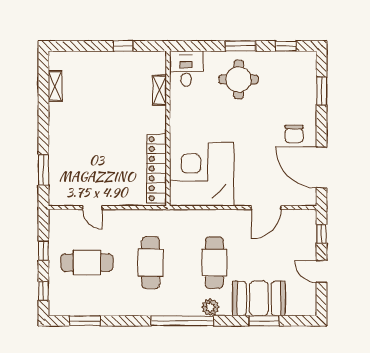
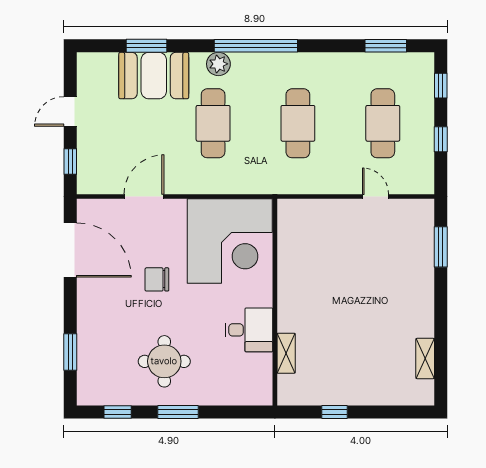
desk: (186, 69) -> (249, 330), moved, turned -90
round table: (239, 79) -> (164, 361), moved
chair: (294, 134) -> (157, 279), moved, turned -90
locker: (157, 169) -> (290, 249), removed
cafe table: (87, 263) -> (383, 123), turned 90
door: (322, 272) -> (70, 111), swing flipped

